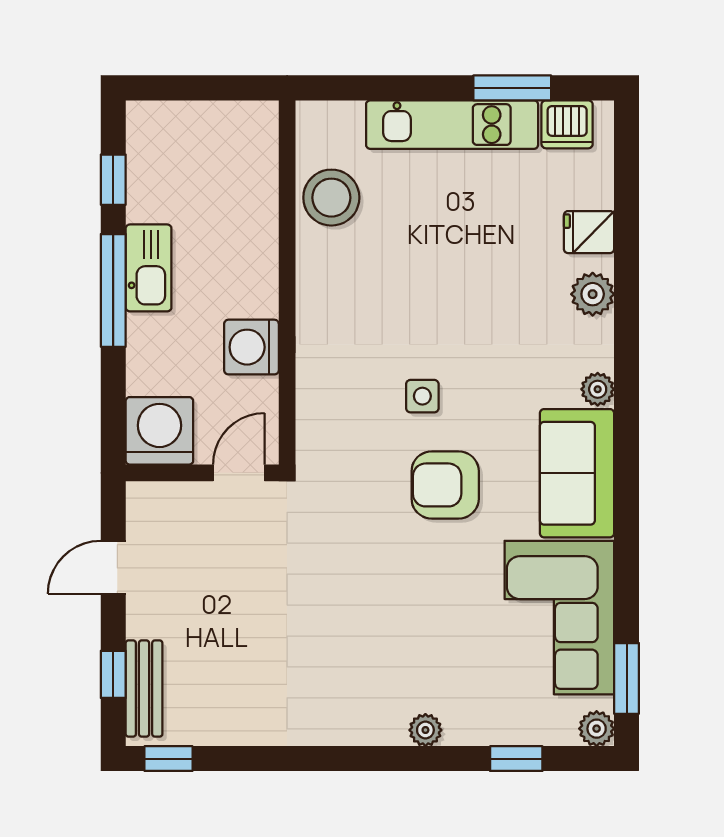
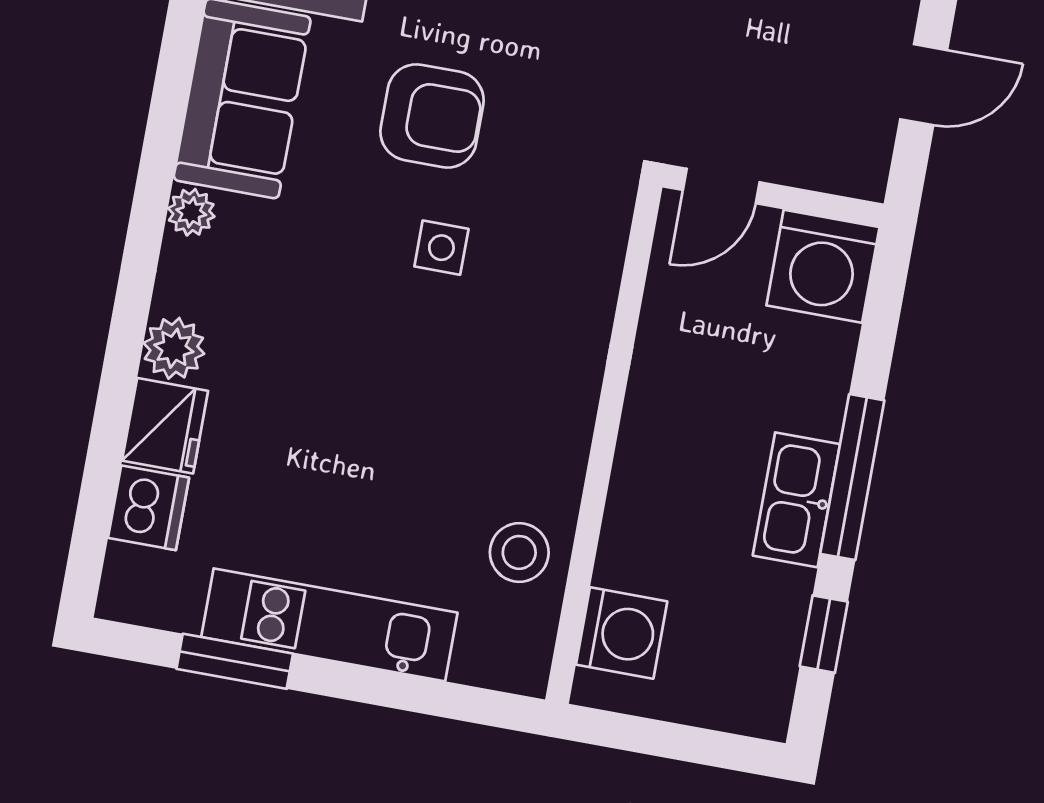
dishwasher: (567, 124) -> (148, 508), moved, turned 90
stool: (331, 198) -> (519, 552), width x0.73, depth x0.73
fridge: (589, 232) -> (165, 426), width x1.38
washing machine: (251, 347) -> (622, 633), moved

